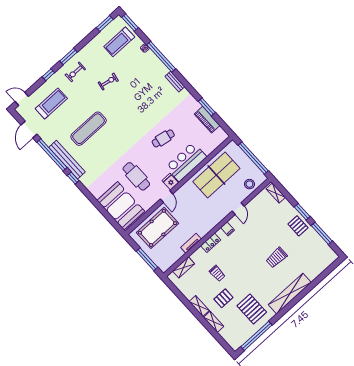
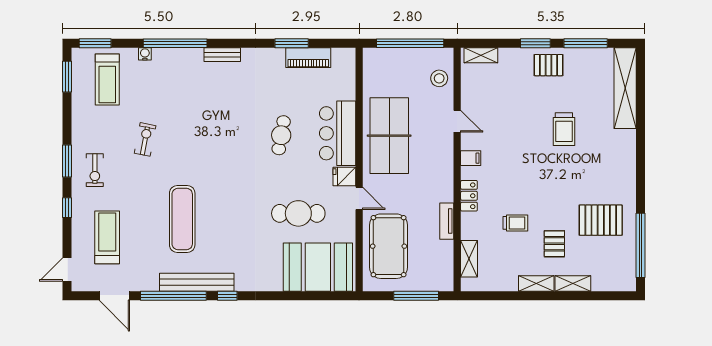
table tennis table: (216, 175) -> (389, 136), moved
shelving: (290, 294) -> (625, 88), moved

